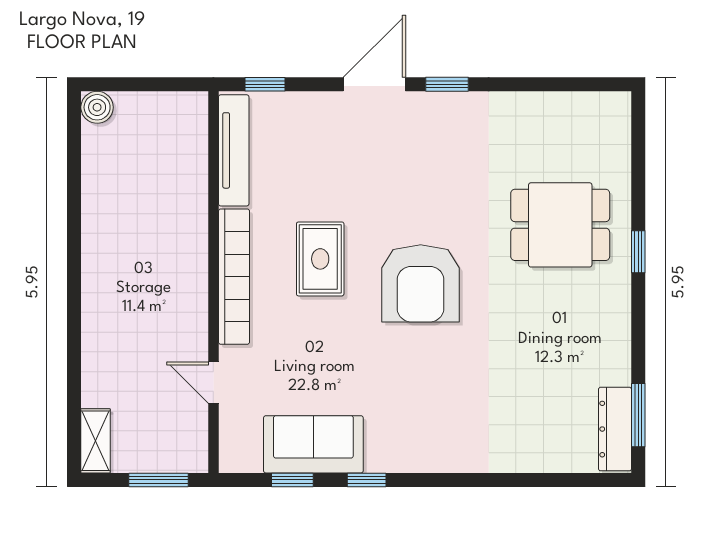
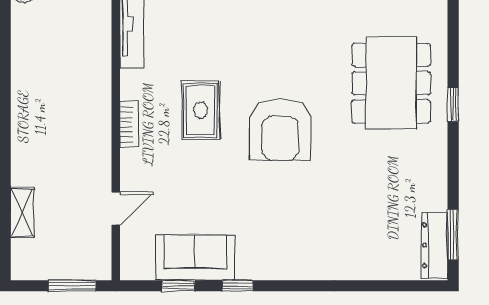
dining table: (560, 225) -> (391, 83), width x1.38
bookcase: (234, 277) -> (129, 124), width x0.43, depth x0.76
door: (213, 383) -> (116, 209), swing flipped
shelving: (96, 441) -> (22, 212), moved

